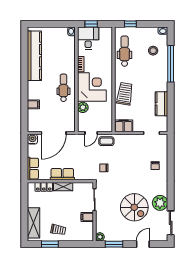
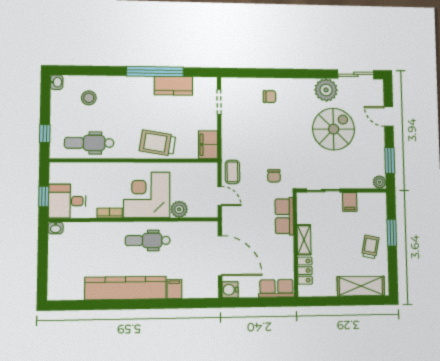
kitchen counter: (34, 56) -> (125, 288), moved
window: (171, 64) -> (155, 72), moved
row of seats: (62, 174) -> (284, 216), moved
window: (50, 244) -> (392, 233), moved

